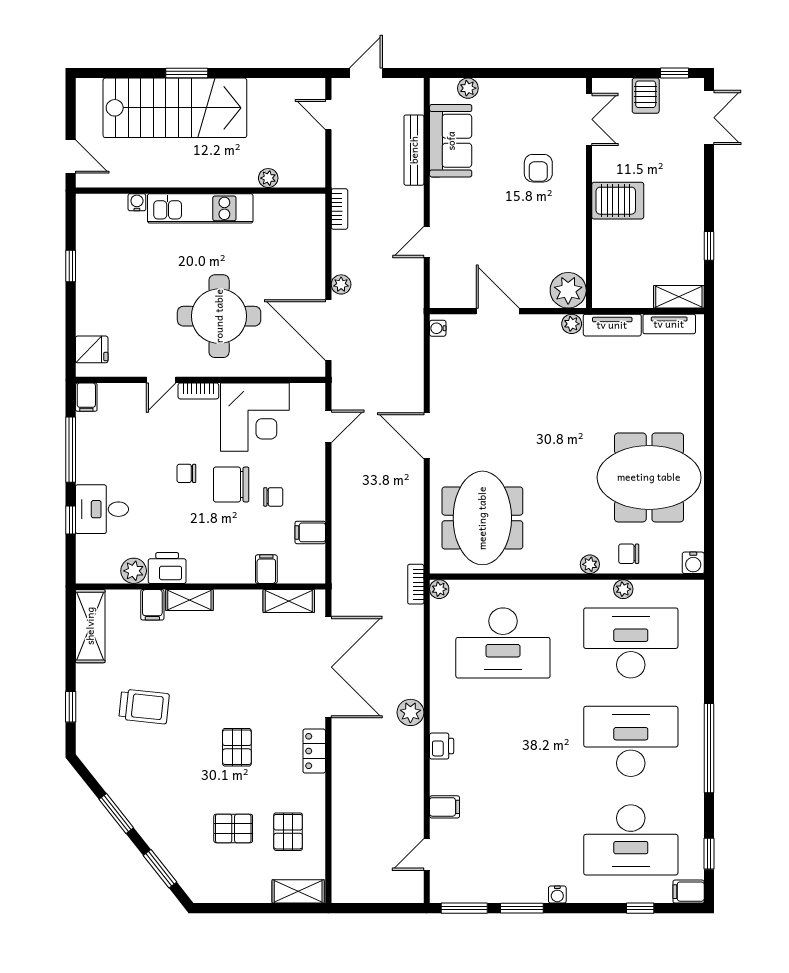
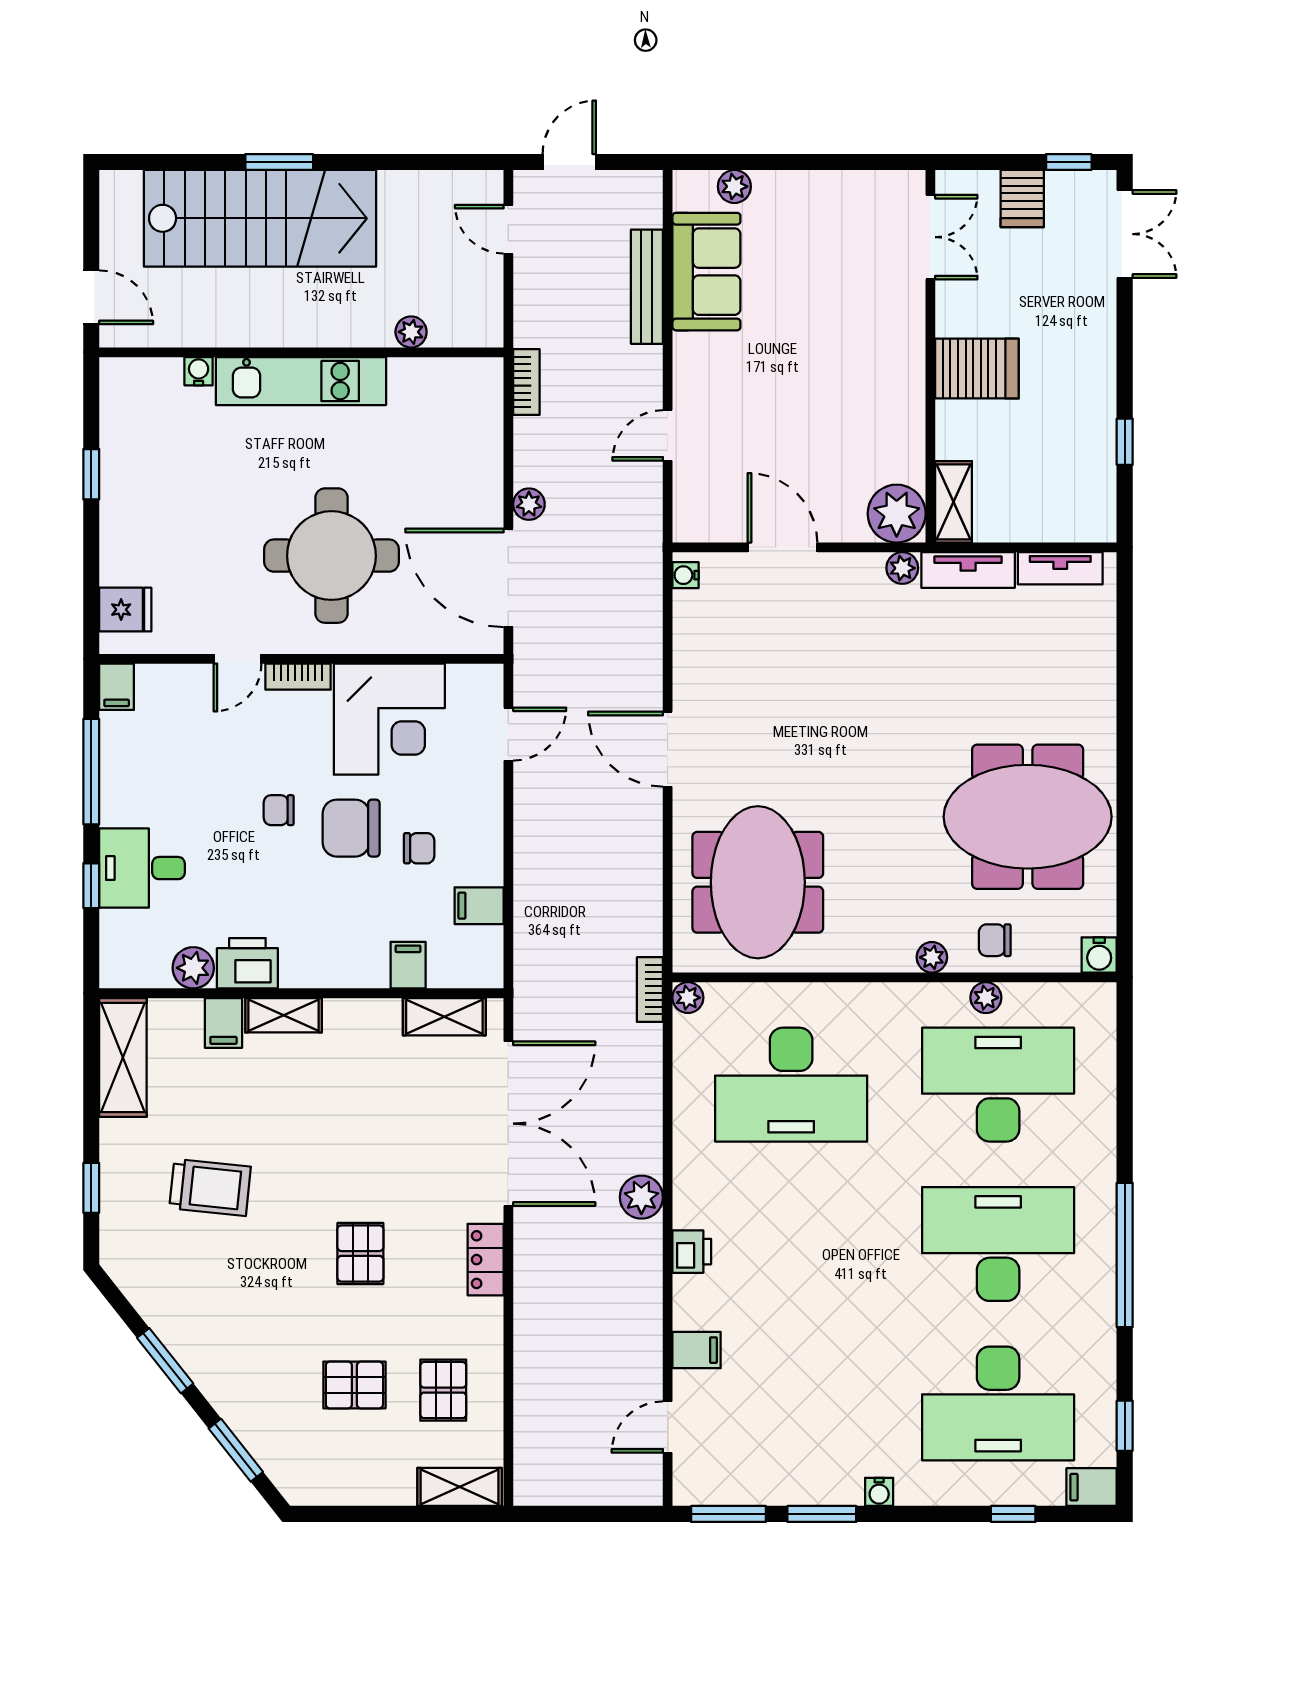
armchair: (538, 168) -> (848, 316), removed
shelving: (679, 297) -> (954, 502), moved, turned 90

